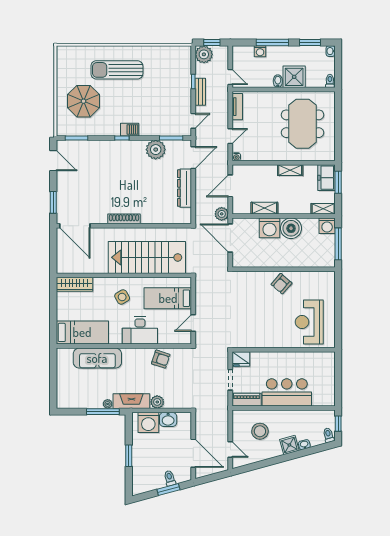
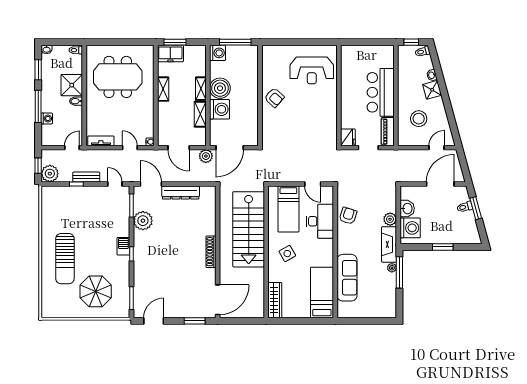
shelving: (323, 209) -> (201, 89), moved
desk: (140, 330) -> (320, 221), moved

